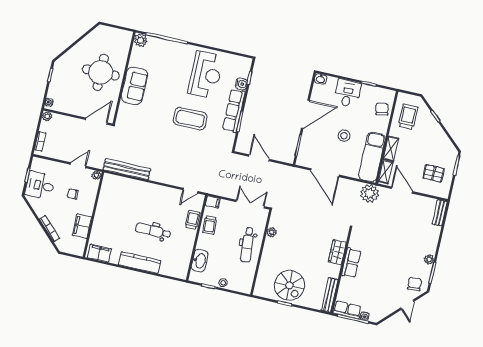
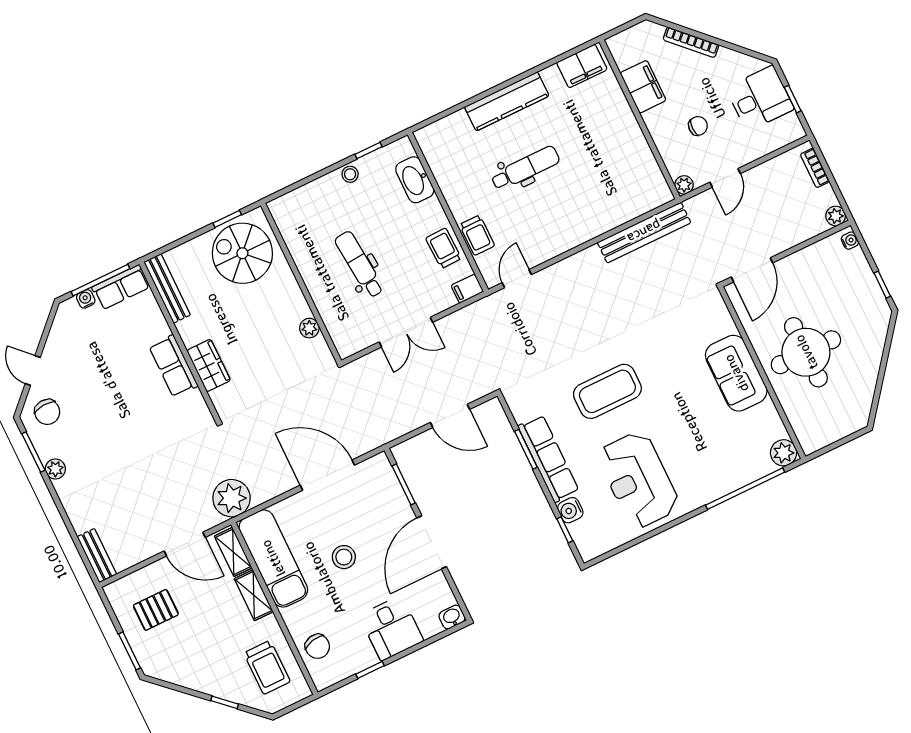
plant: (272, 232) -> (309, 328), moved
wall: (261, 252) -> (301, 283), moved

